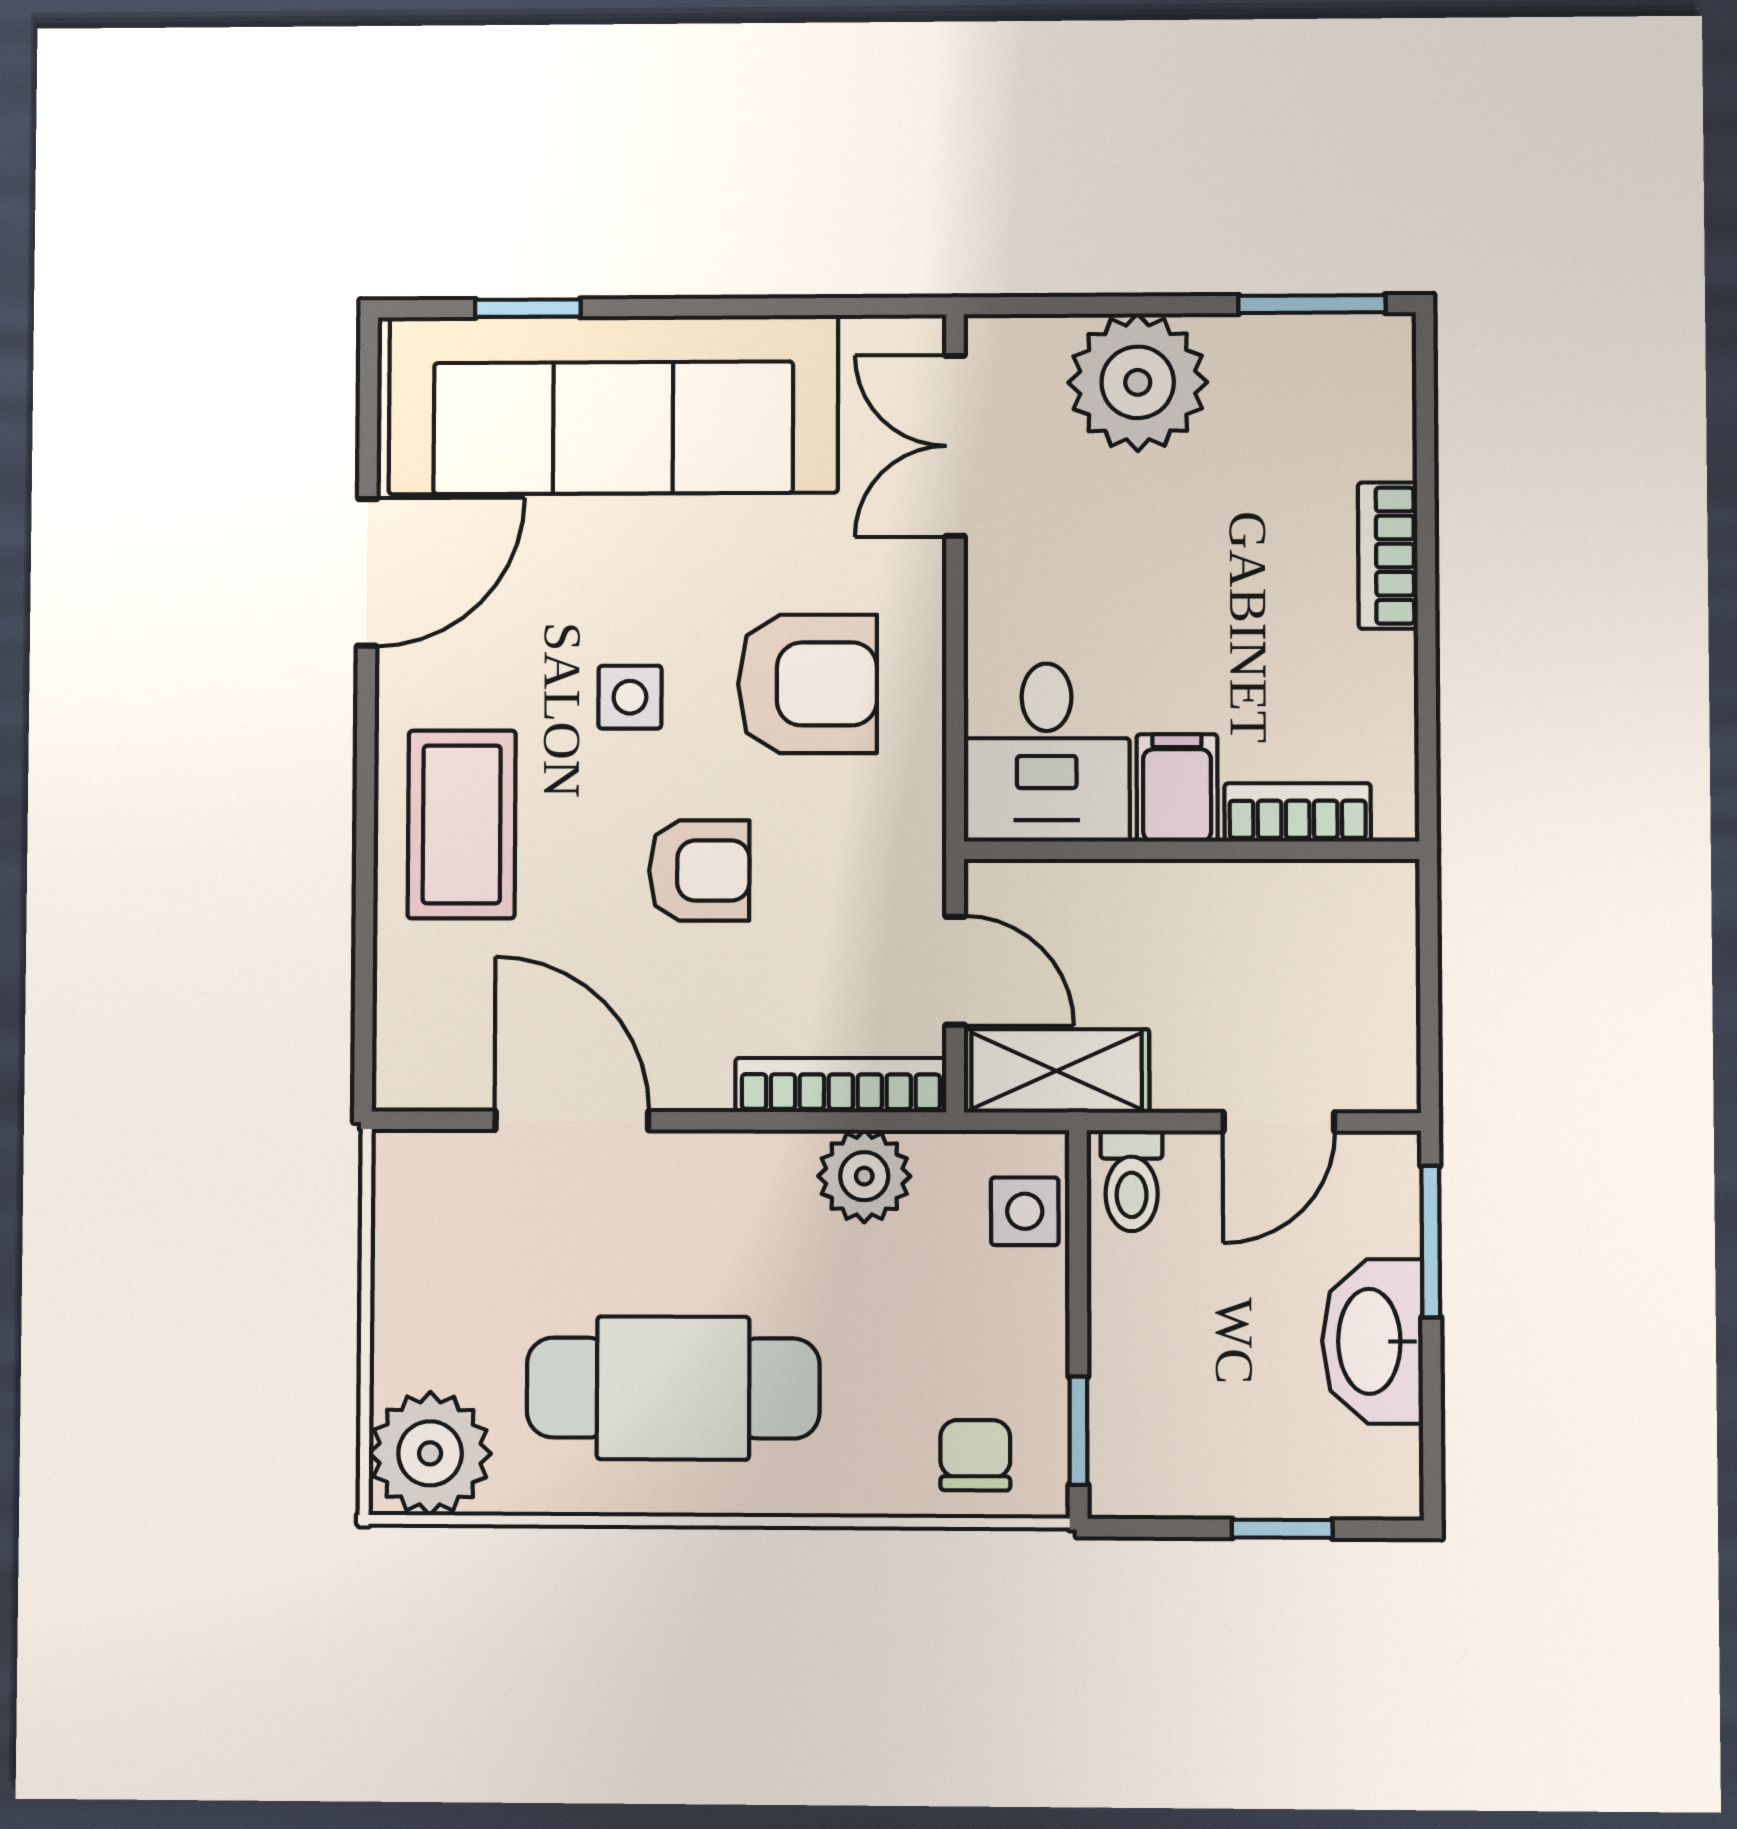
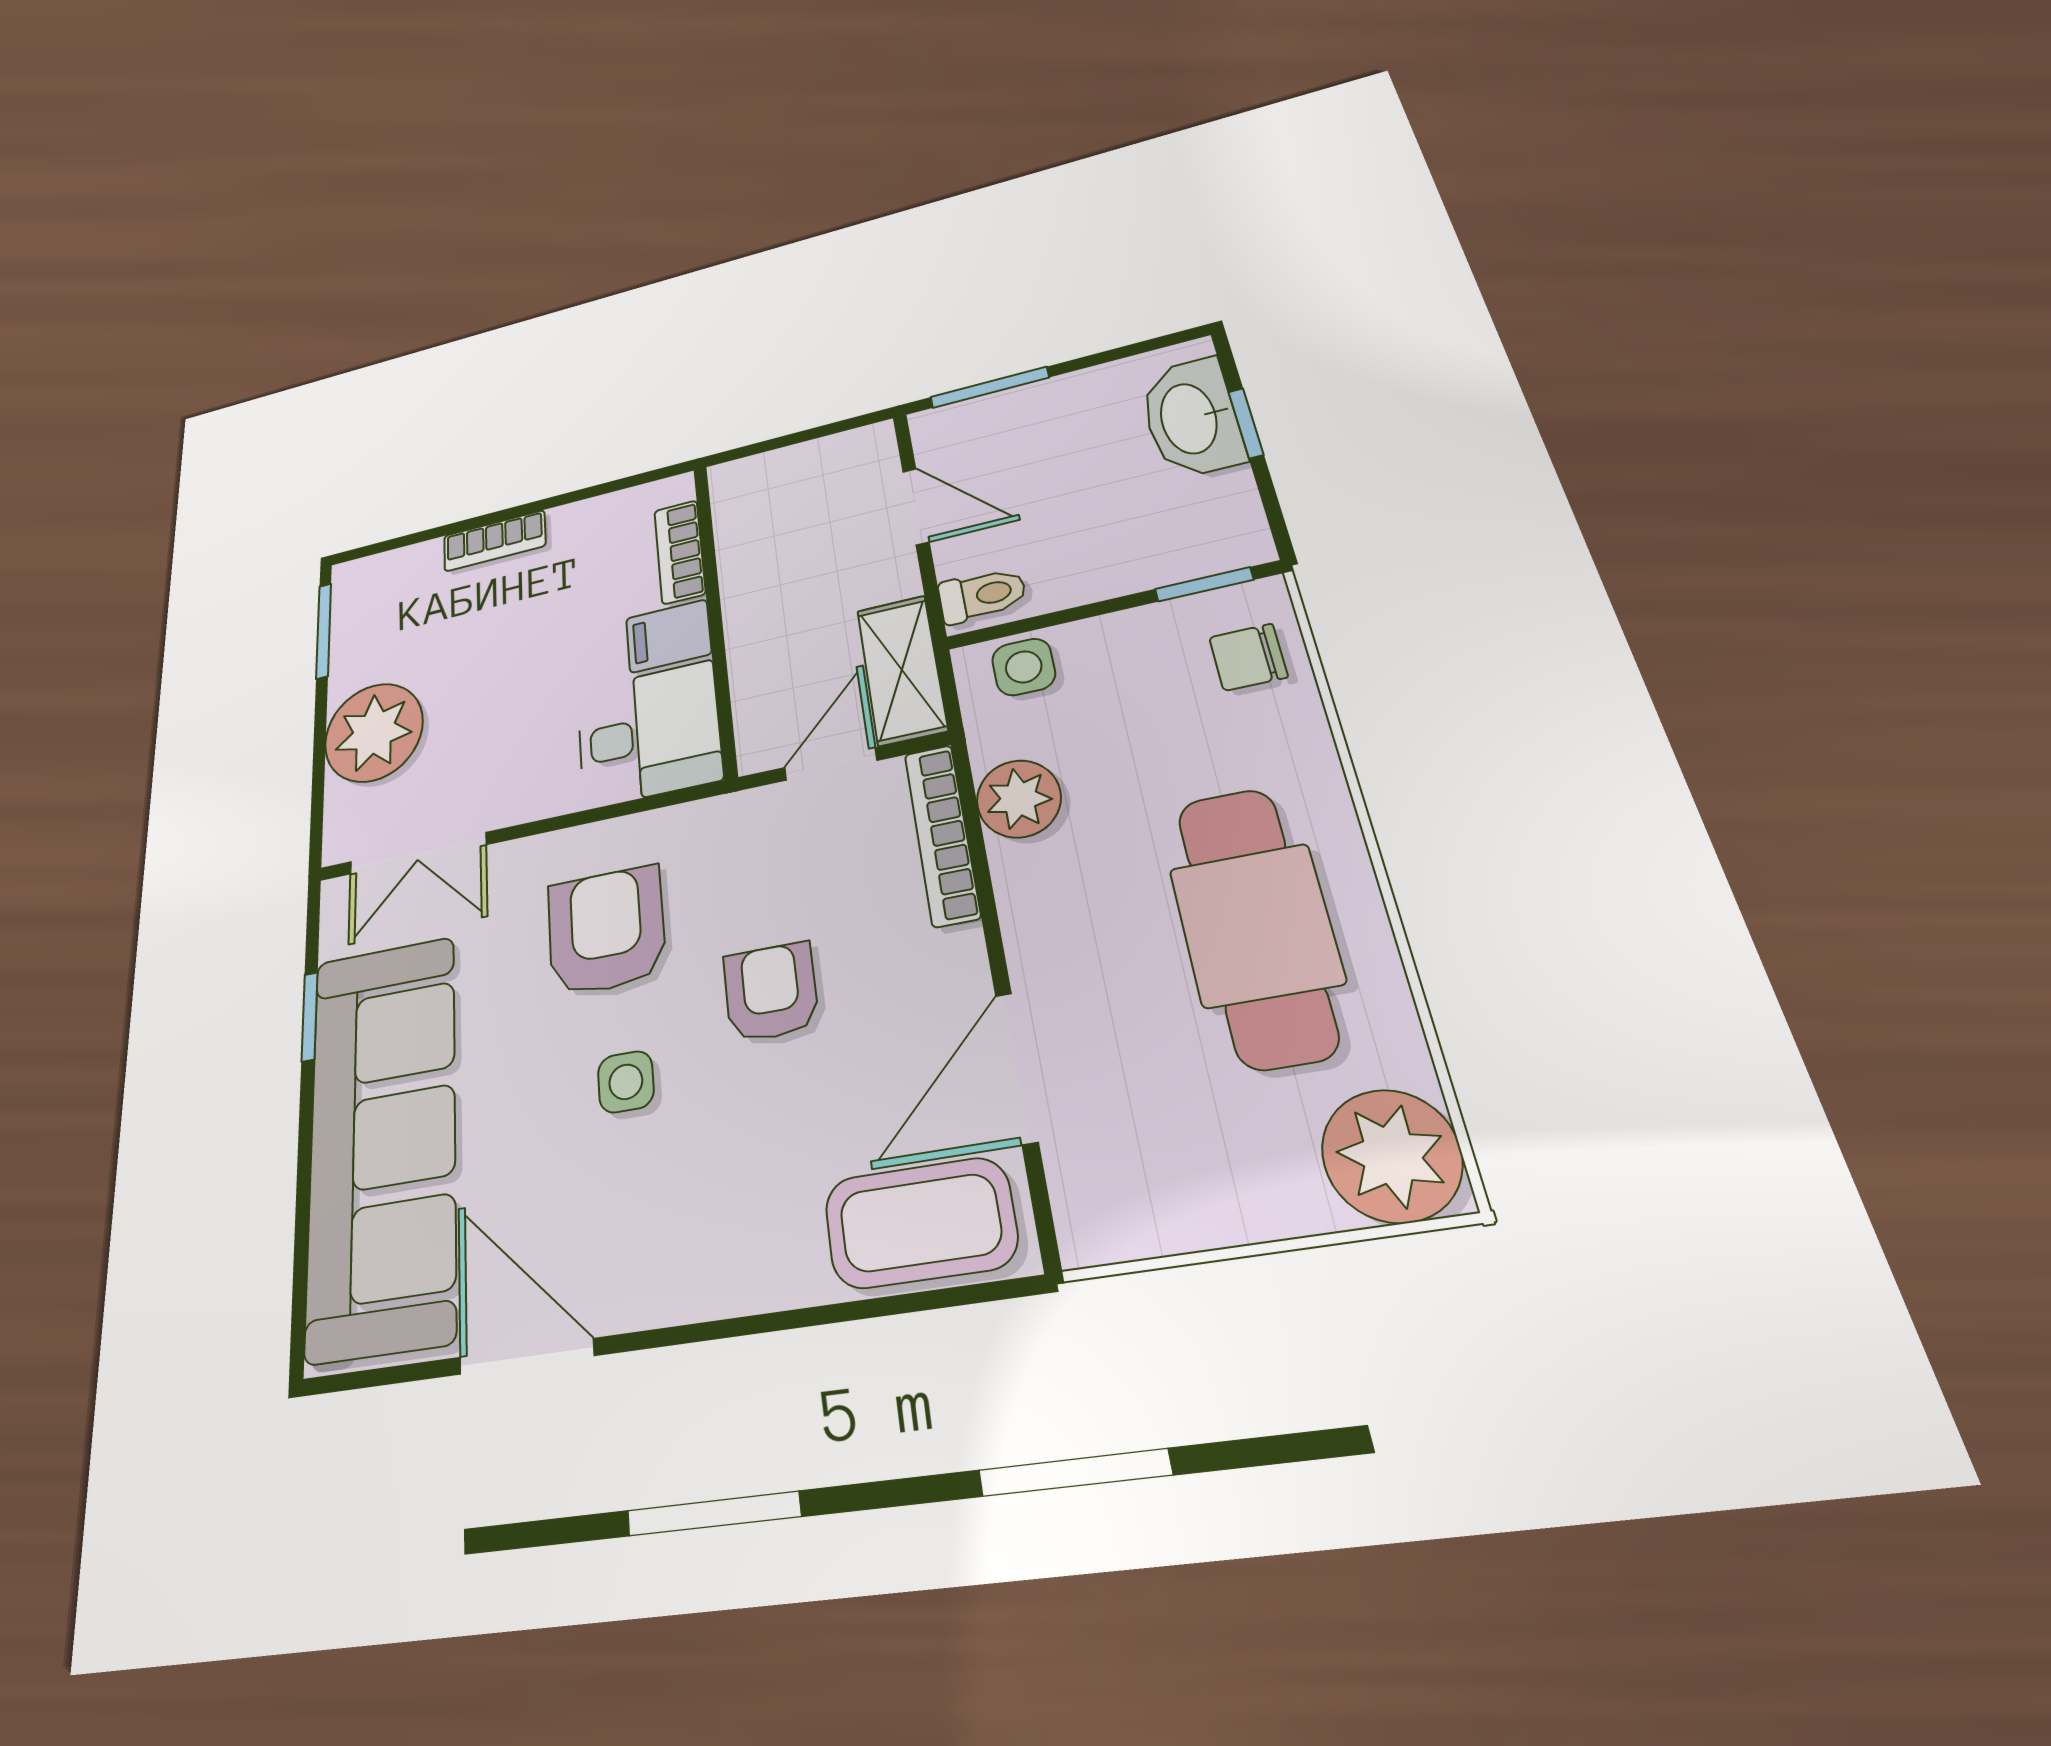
window: (528, 308) -> (310, 1017), moved
coffee table: (462, 824) -> (920, 1223), moved
washbasin: (1372, 1341) -> (1191, 418), moved, turned 90

